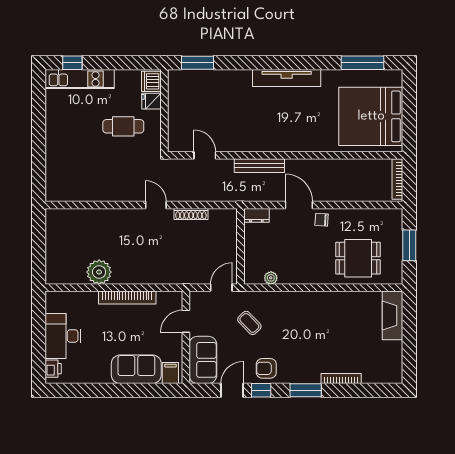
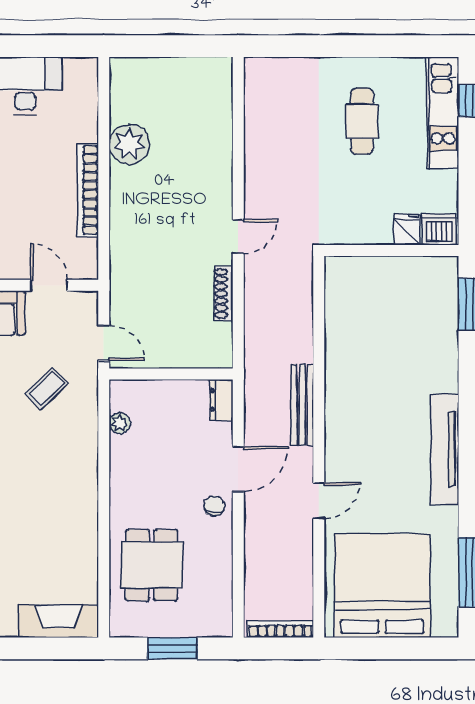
cafe table: (123, 126) -> (362, 121), moved
door: (205, 155) -> (319, 501), moved

